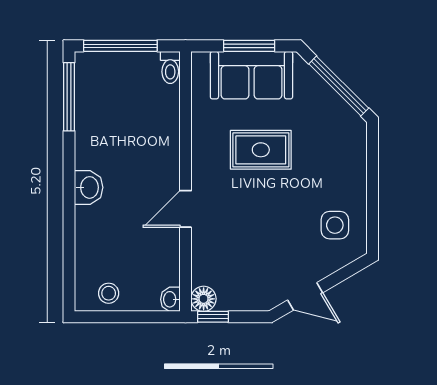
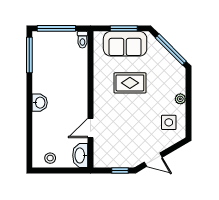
plant: (357, 180) -> (180, 99), added
door: (186, 209) -> (90, 128), moved
washbasin: (170, 299) -> (80, 155), width x1.91, depth x1.45
floor lamp: (204, 299) -> (100, 161), removed
window: (213, 317) -> (120, 170), moved

